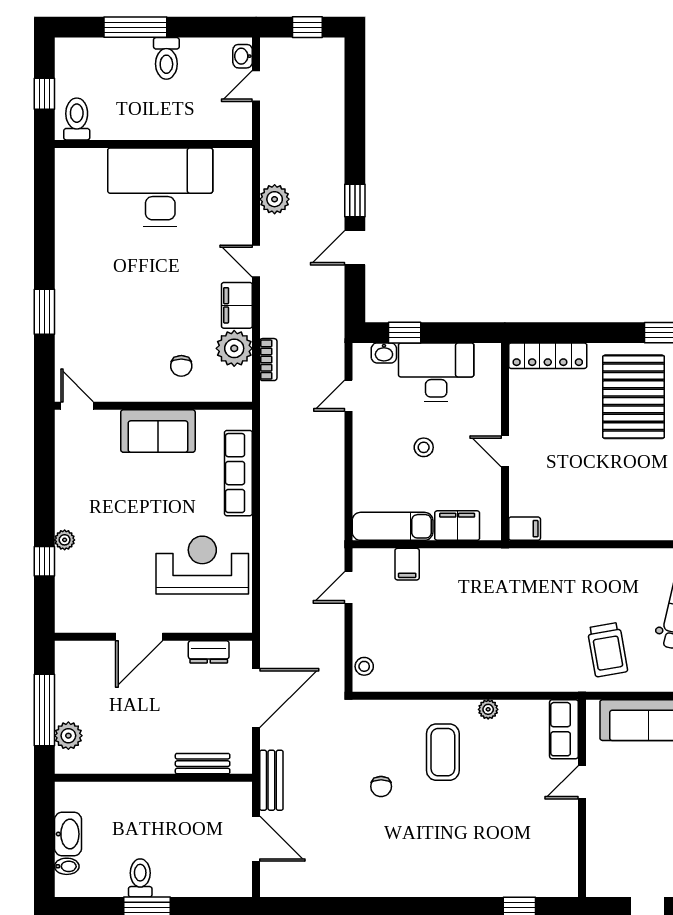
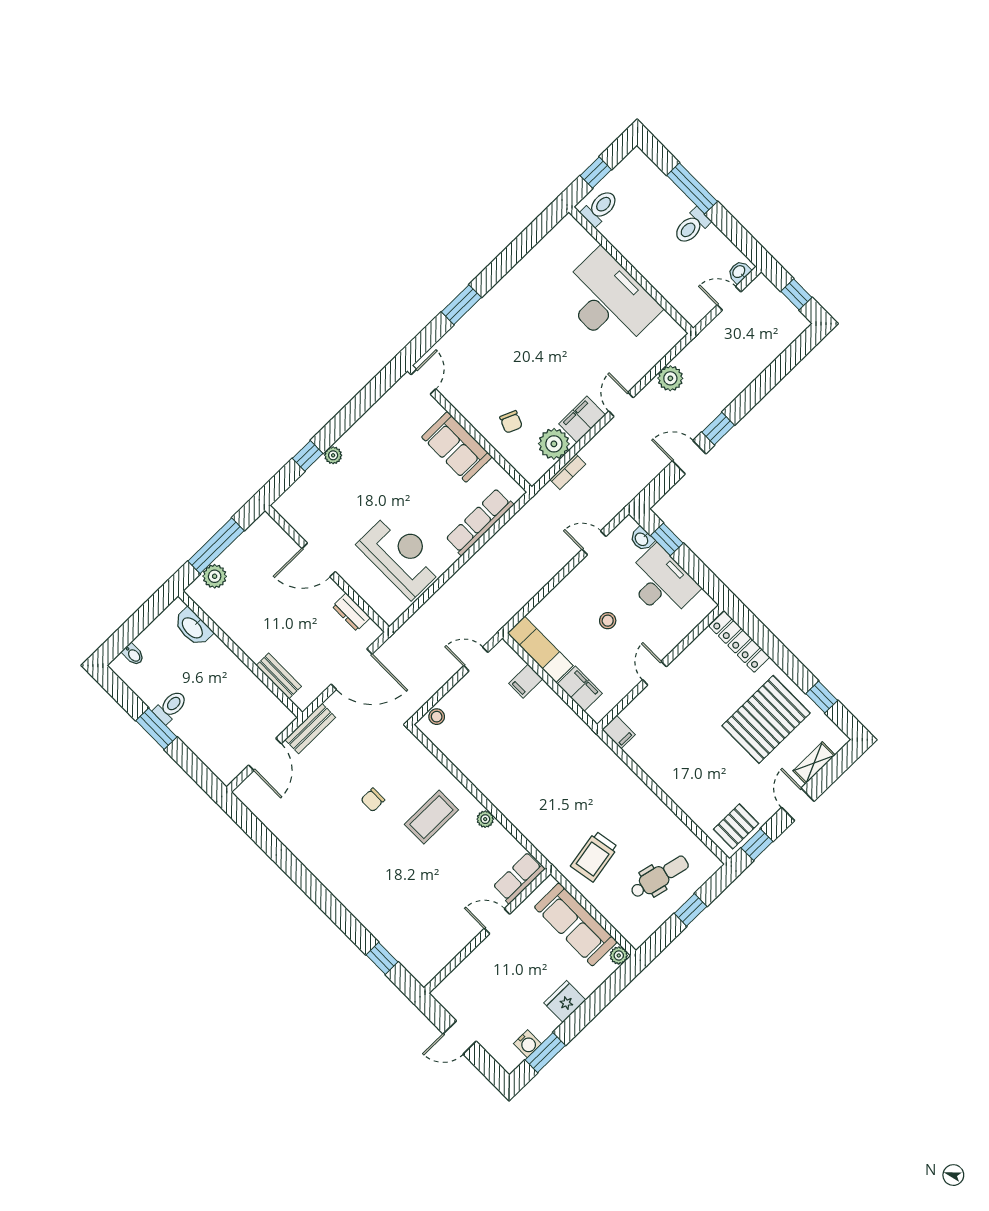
chair: (181, 366) -> (511, 422), turned -67
washbasin: (68, 834) -> (193, 627), moved, turned 90

